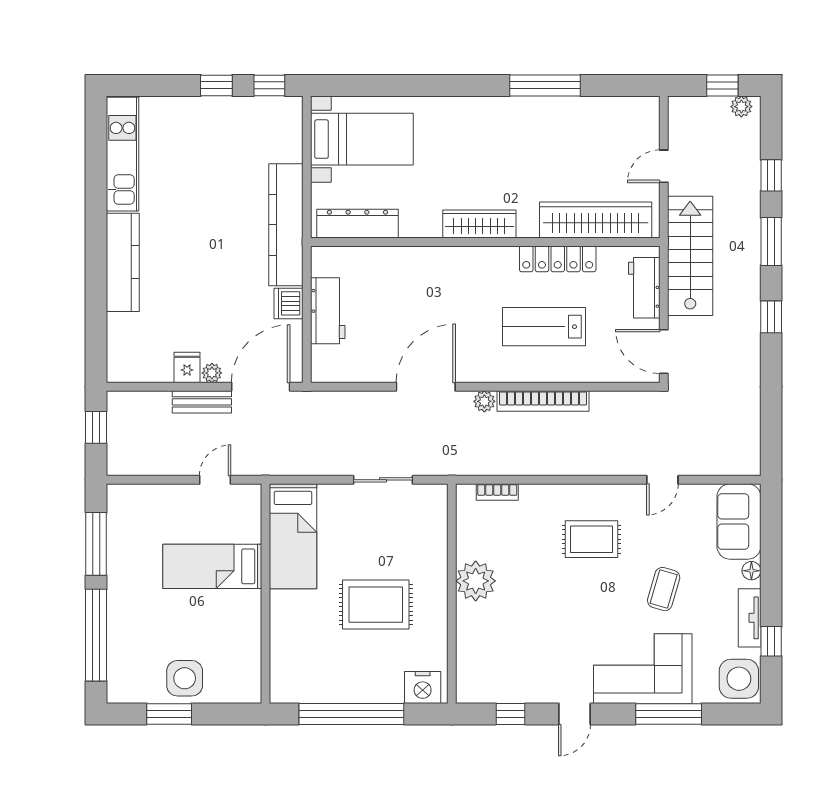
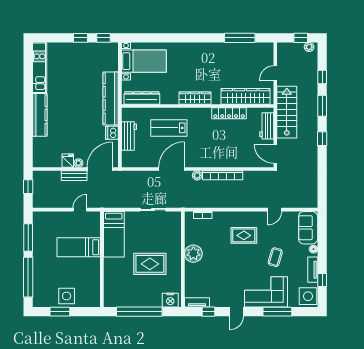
window: (545, 85) -> (240, 38), moved
lab bench: (544, 327) -> (169, 128), moved
tv unit: (484, 693) -> (197, 302), added

